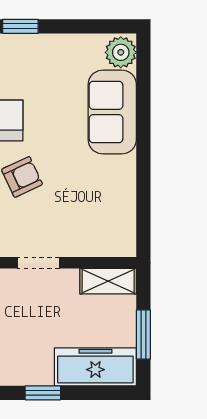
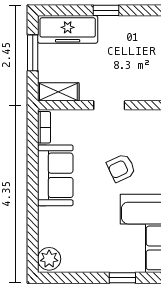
sofa: (112, 112) -> (55, 175), moved
bookcase: (128, 233) -> (44, 127), added

